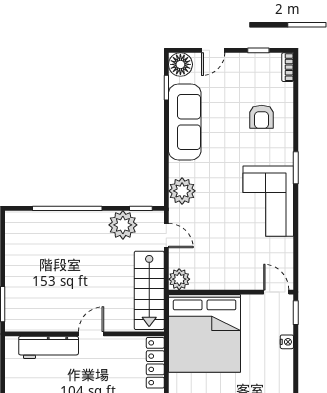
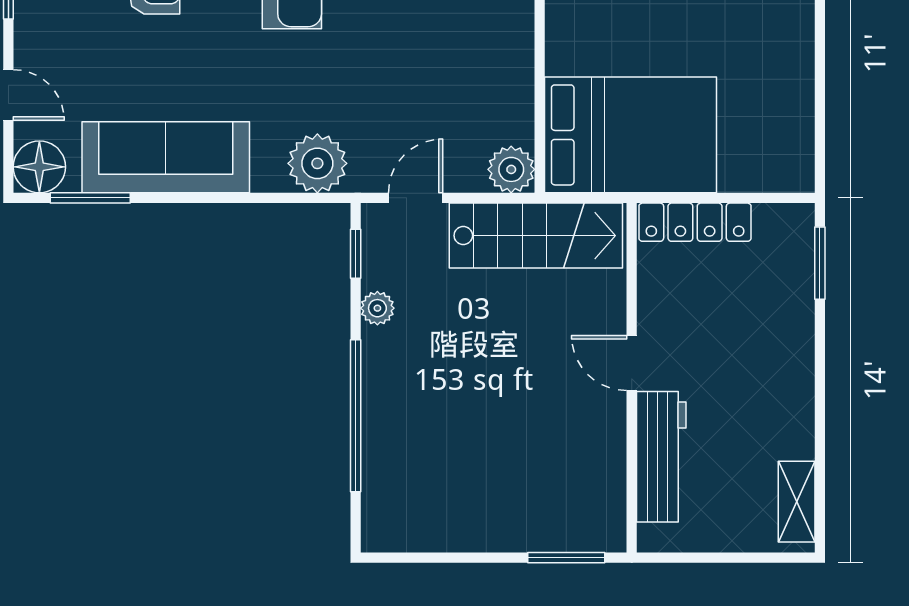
window: (166, 88) -> (90, 198), width x1.50
plant: (123, 225) -> (377, 308), width x0.53, depth x0.53
bed: (205, 333) -> (631, 135), width x0.73

